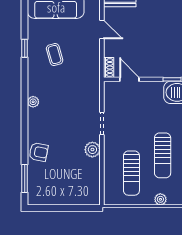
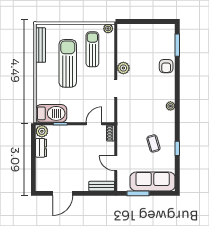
door: (129, 79) -> (94, 124), swing flipped
armchair: (39, 152) -> (166, 66), turned -101
sun lounger: (163, 155) -> (68, 63), width x1.36, depth x1.34
plant: (160, 199) -> (108, 29), moved

